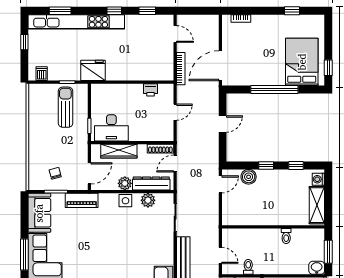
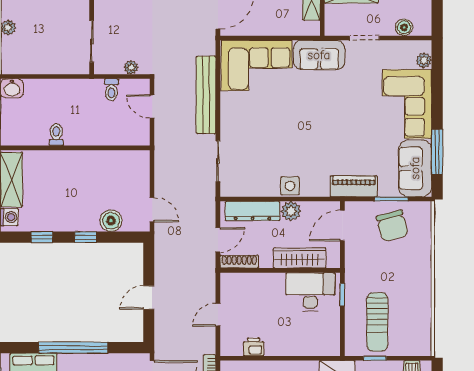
chair: (55, 173) -> (392, 226), width x1.87, depth x1.87
door: (220, 184) -> (152, 210), swing flipped
plant: (148, 200) -> (257, 187), removed
window: (24, 255) -> (437, 152), moved

